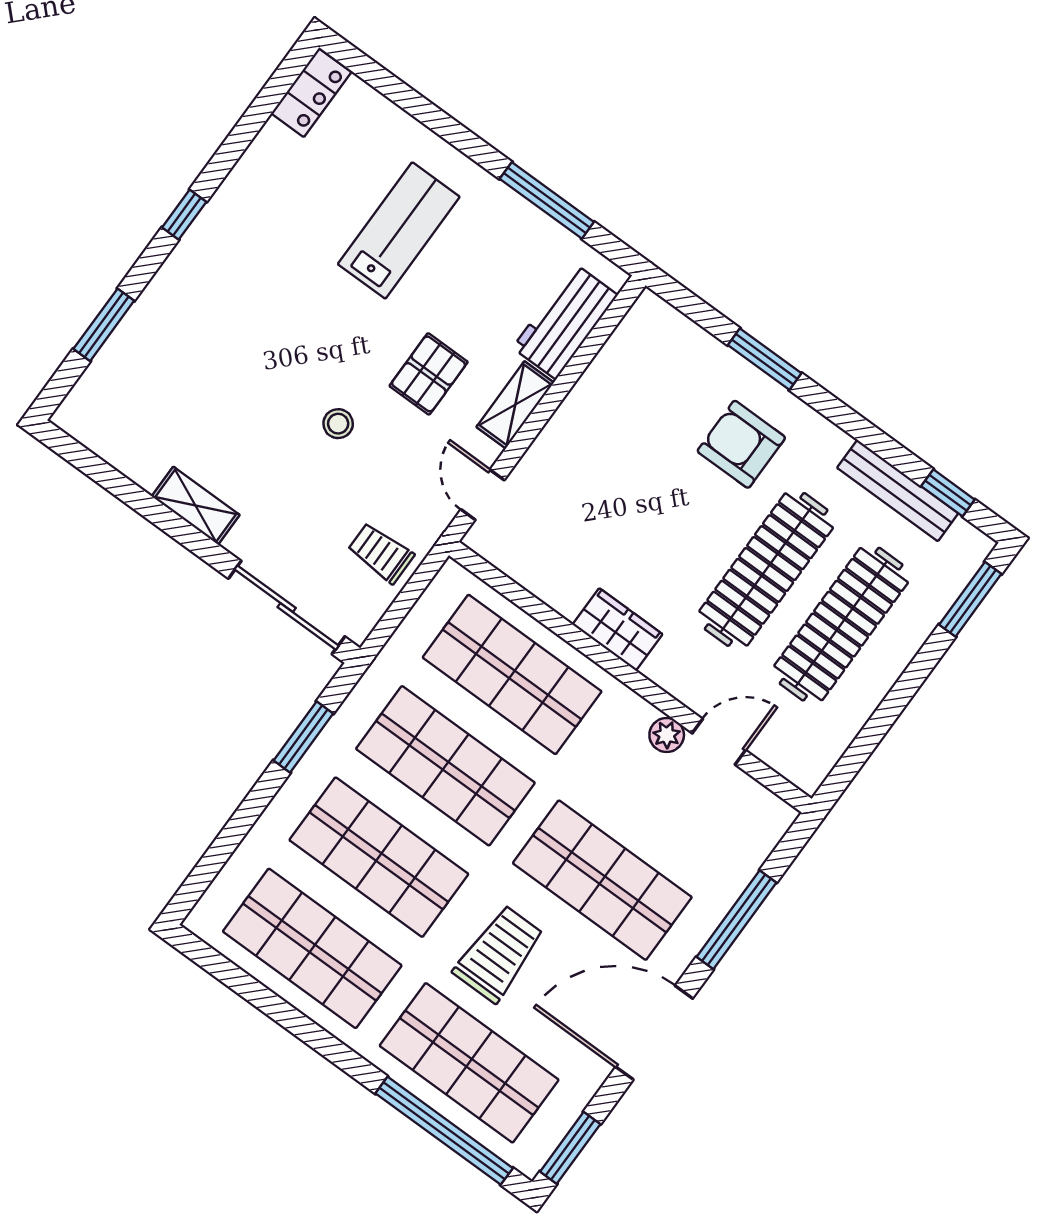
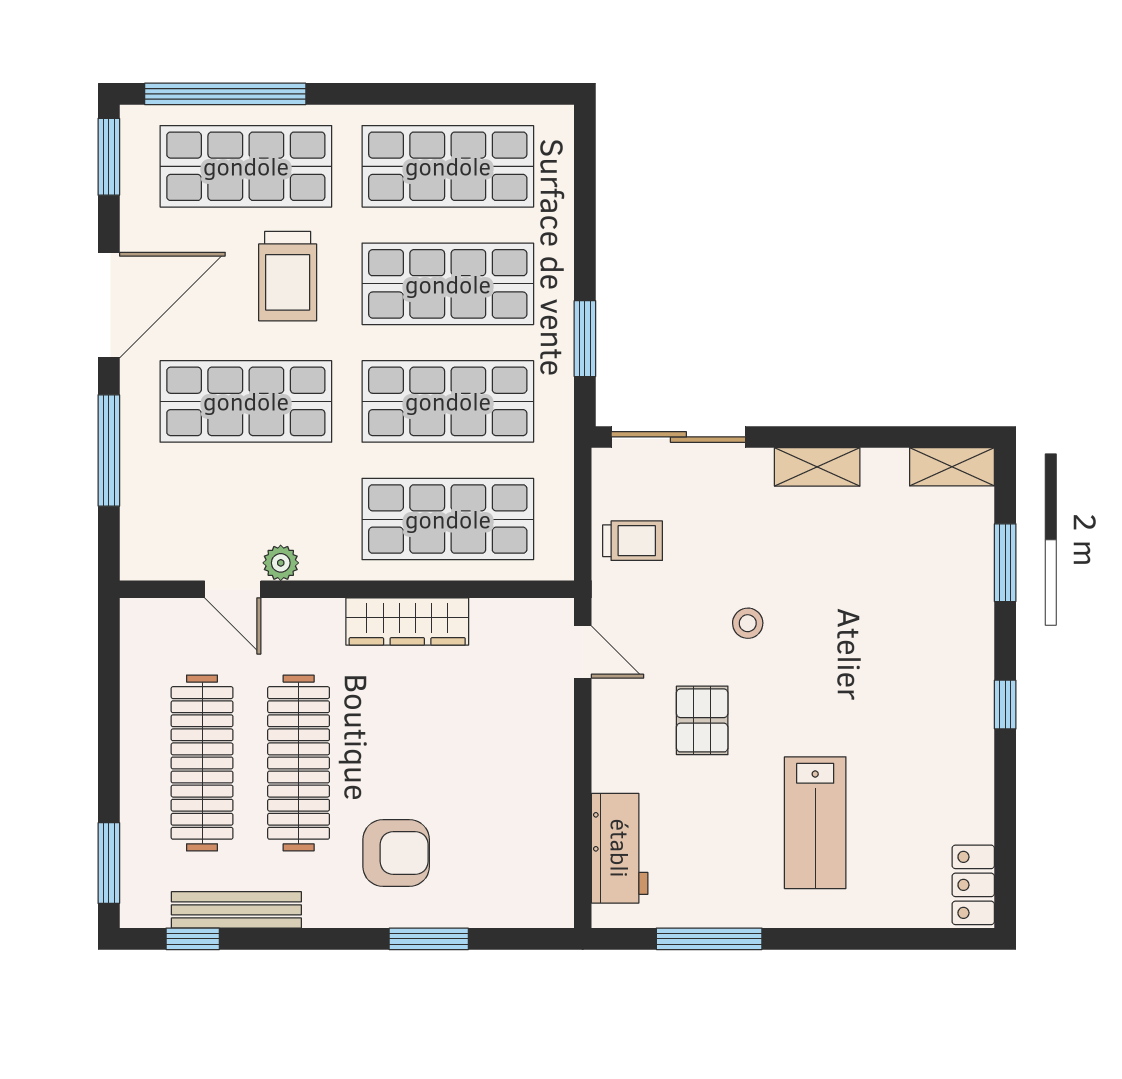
shelving: (515, 405) -> (952, 467), moved, turned 90
wardrobe: (617, 629) -> (407, 622), width x1.50
door: (719, 742) -> (233, 589), hinge flipped

